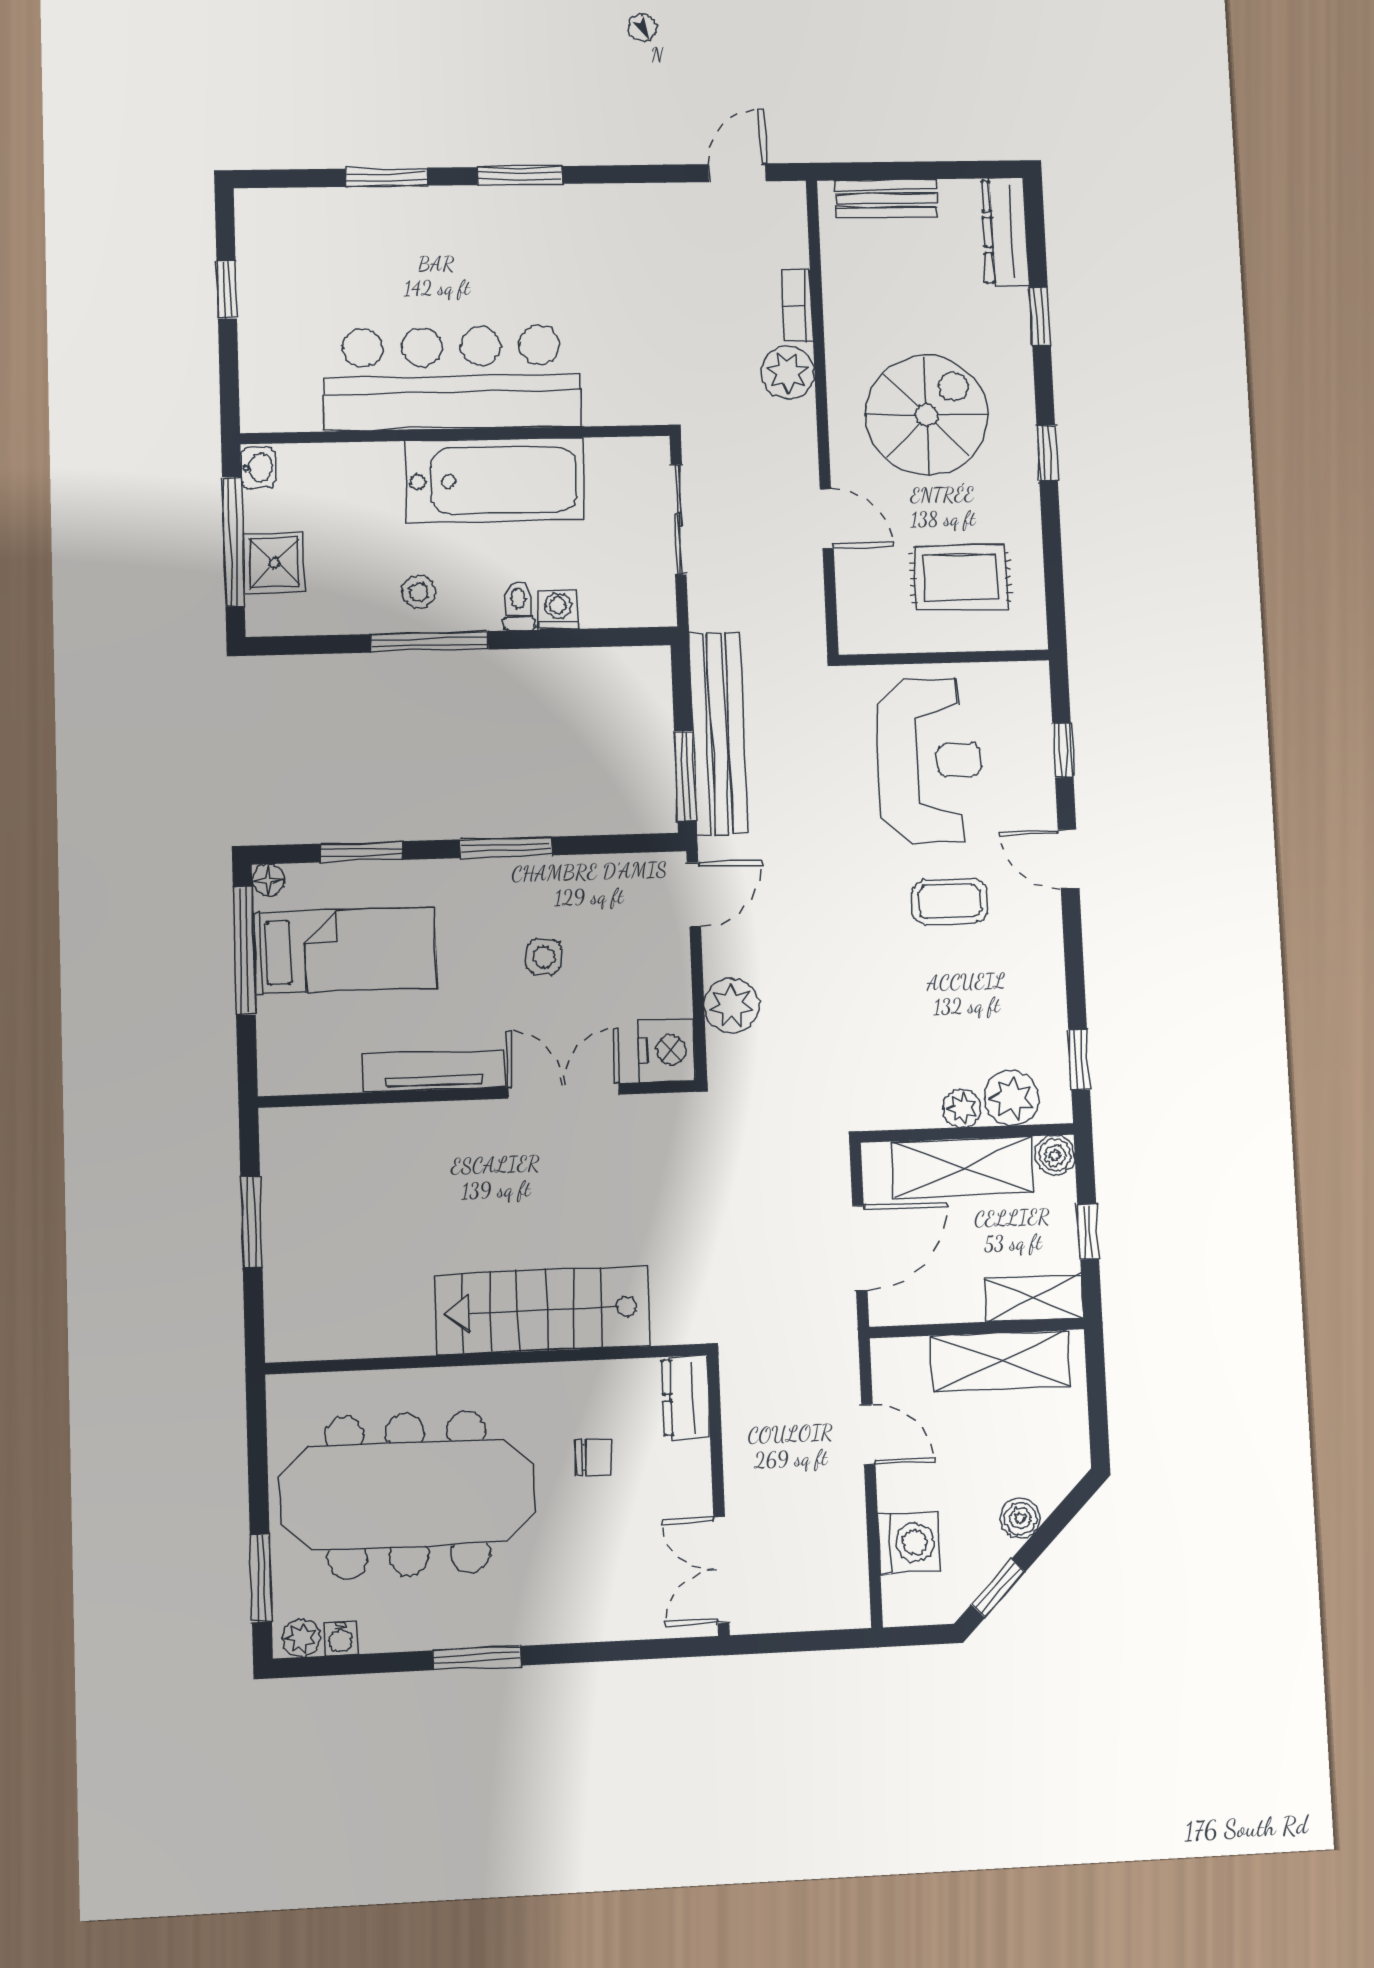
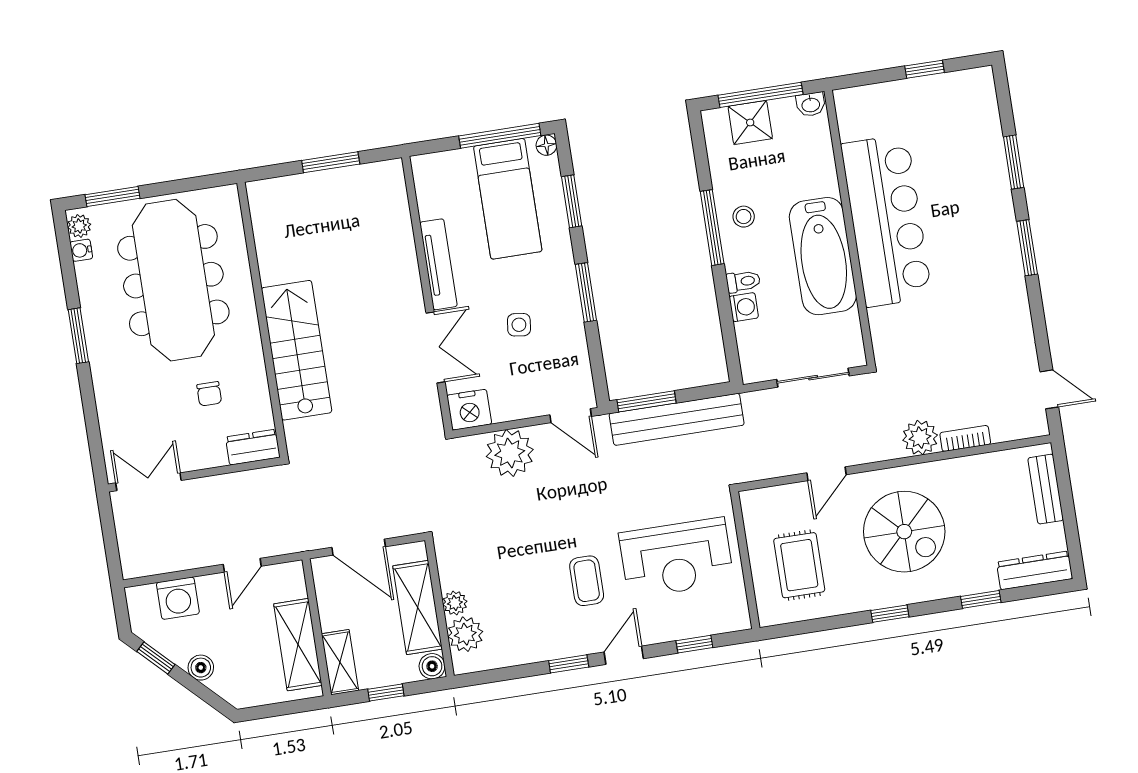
plant: (731, 1006) -> (510, 453), width x1.36, depth x1.36
window: (1079, 1060) -> (569, 664), moved

